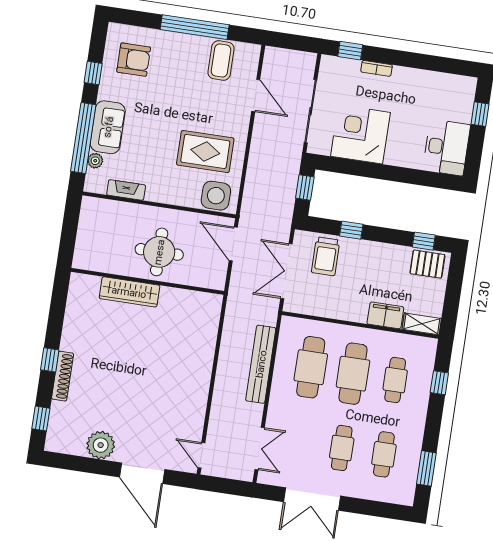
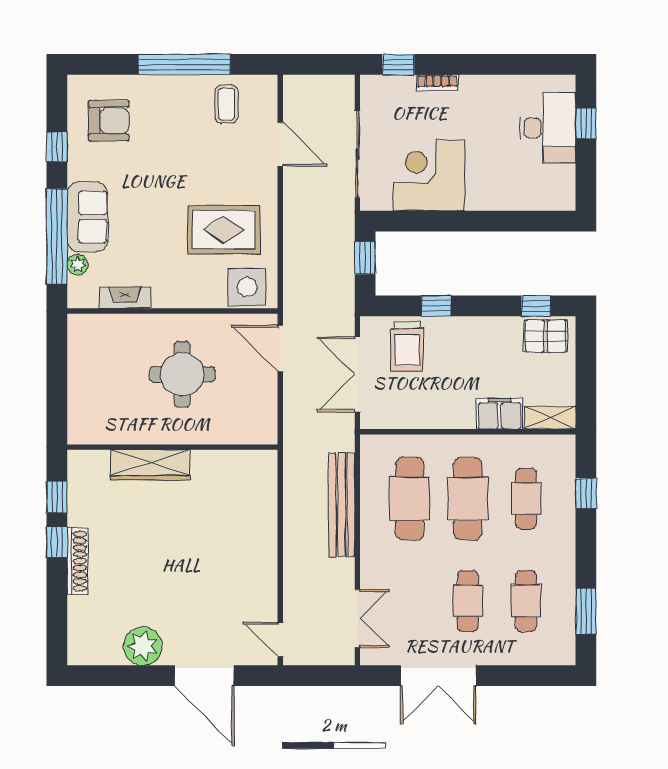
coffee table: (221, 61) -> (226, 104), width x0.73, depth x0.77
desk: (447, 147) -> (548, 128), moved
wall: (147, 281) -> (172, 447), moved
wardrobe: (129, 292) -> (150, 465), moved
window: (41, 418) -> (57, 497), moved

